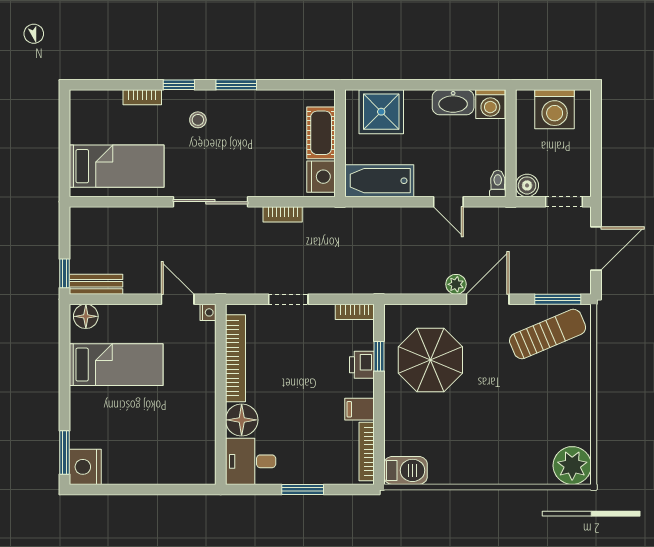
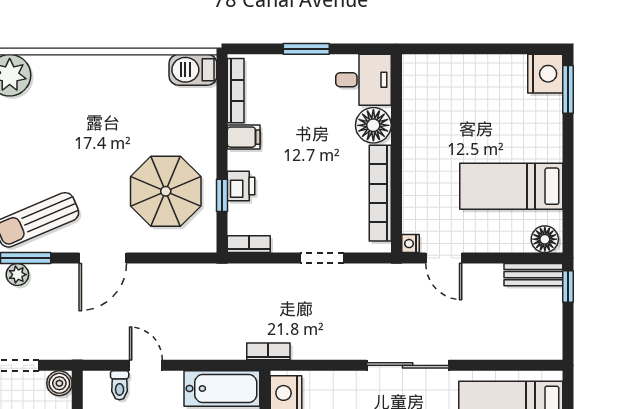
toilet: (498, 184) -> (120, 385), moved
bookcase: (283, 214) -> (268, 351), moved
plant: (456, 284) -> (17, 275), moved

